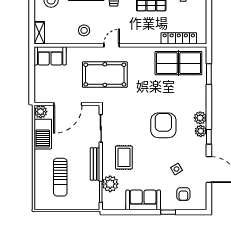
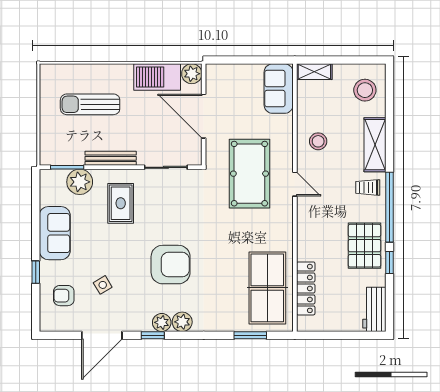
rug: (124, 157) -> (121, 203), turned 90

